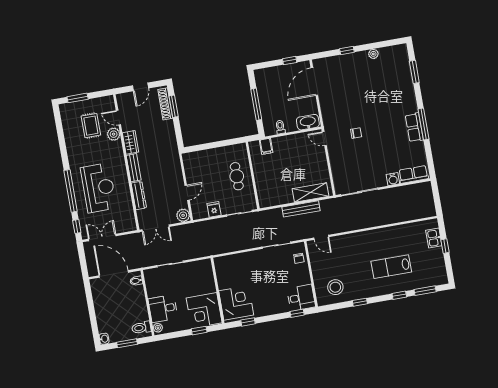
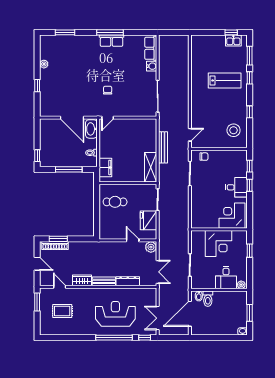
window: (290, 61) -> (37, 156), moved
door: (314, 82) -> (72, 118), moved
window: (78, 98) -> (37, 302), moved
door: (118, 118) -> (60, 287), swing flipped
plant: (114, 134) -> (73, 293), removed
filing cabinet: (266, 146) -> (105, 167), width x2.00
cafe table: (237, 176) -> (115, 202), moved
shelving: (310, 192) -> (151, 167), moved
fridge: (214, 209) -> (149, 220), width x1.88, depth x1.34
kitchen sink: (434, 238) -> (233, 41), moved
window: (445, 246) -> (231, 32), moved
lab bench: (391, 267) -> (225, 80), turned -90
desk: (301, 298) -> (236, 187), moved, turned 90
corner desk: (204, 310) -> (219, 244), moved
window: (248, 322) -> (250, 185), moved
toilet: (141, 328) -> (208, 299), moved

